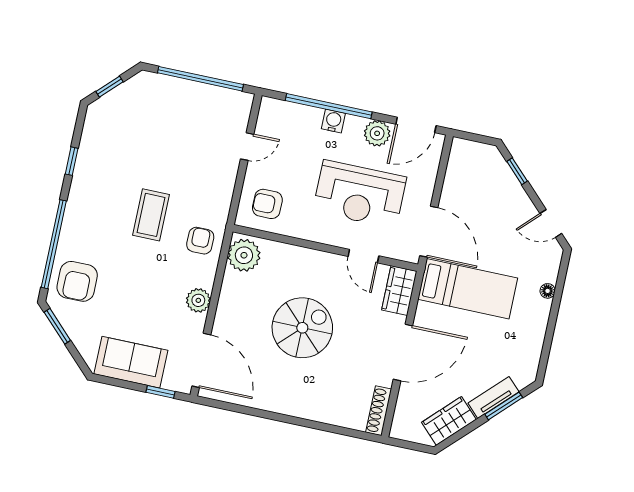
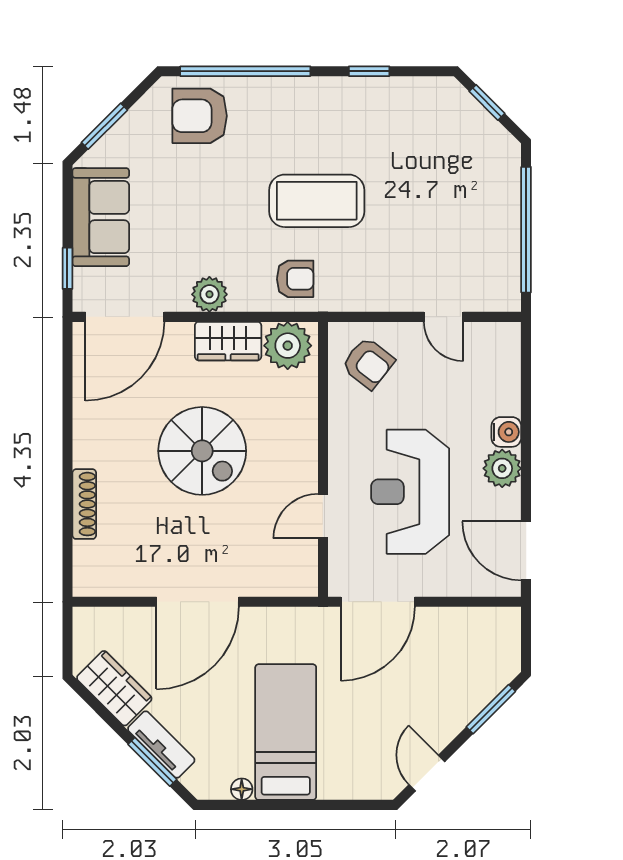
window: (329, 106) -> (526, 421), removed
plant: (377, 133) -> (502, 468), moved
window: (517, 171) -> (491, 709), width x1.50
armchair: (267, 204) -> (368, 363), turned 128
coffee table: (151, 215) -> (317, 201), width x1.36, depth x1.32
bed: (468, 289) -> (286, 732), moved, turned 180
wardrobe: (399, 291) -> (228, 341), moved, turned 180
floor lamp: (548, 291) -> (242, 789), moved
window: (57, 326) -> (104, 126), moved
door: (403, 353) -> (198, 602), hinge flipped
shoe rack: (379, 411) -> (84, 504), moved, turned 90

